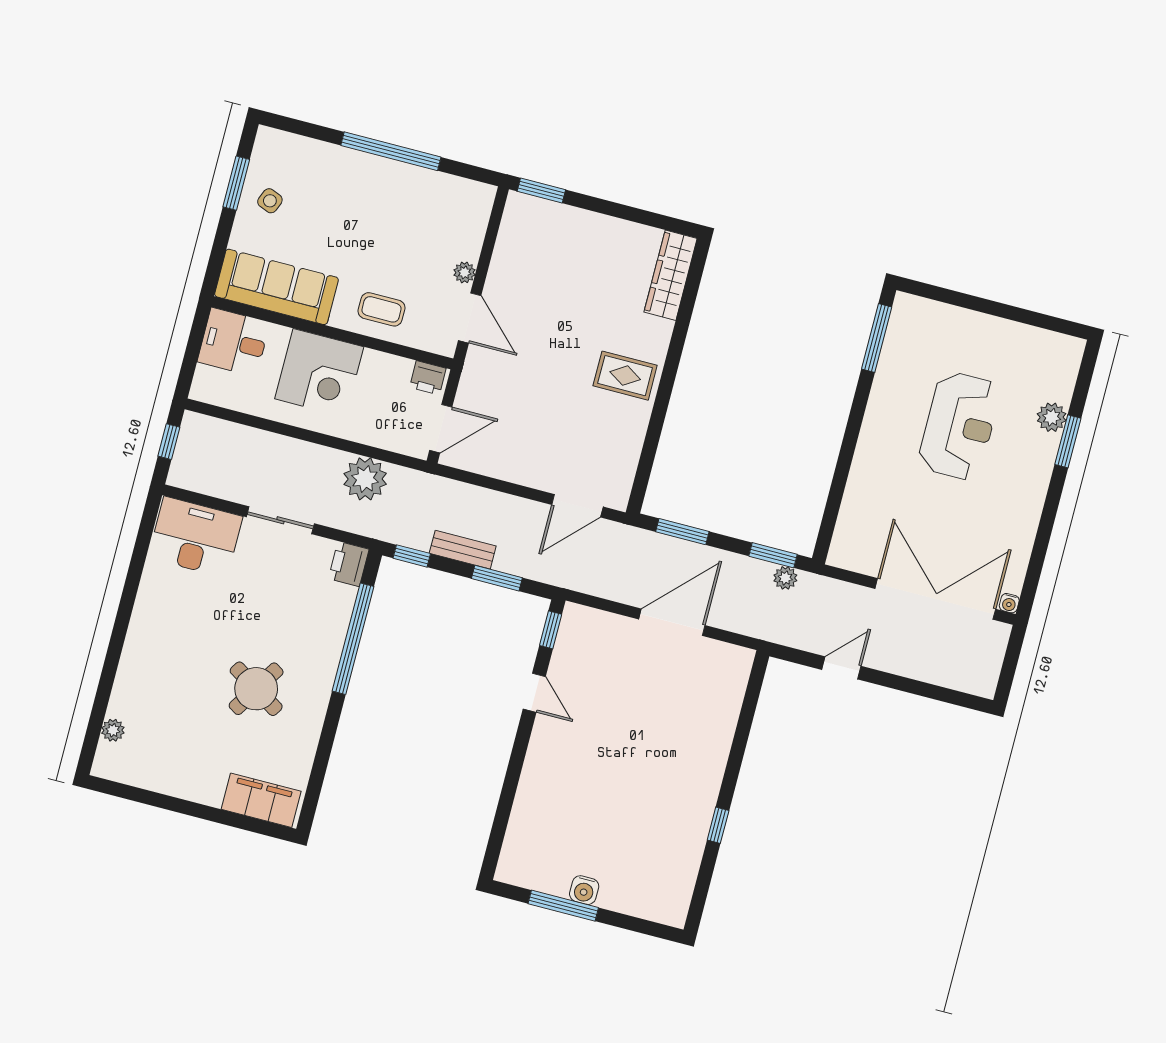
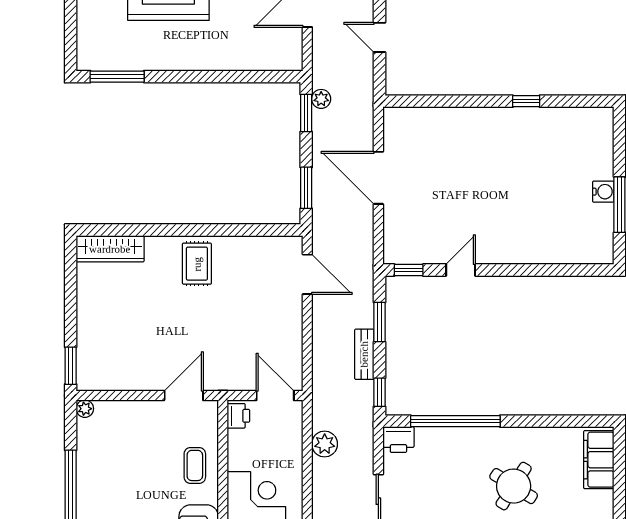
plant: (464, 272) -> (85, 409), moved
plant: (365, 479) -> (325, 444), width x0.73, depth x0.73

